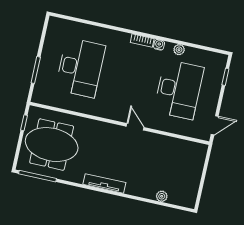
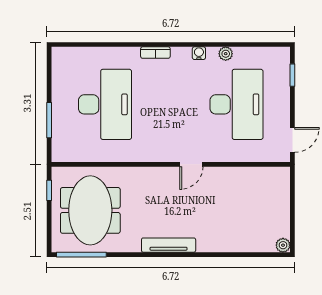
bookcase: (142, 41) -> (155, 53), moved
door: (135, 127) -> (191, 164), swing flipped
meeting table: (52, 145) -> (90, 210), turned 90
plant: (162, 196) -> (283, 245), moved

